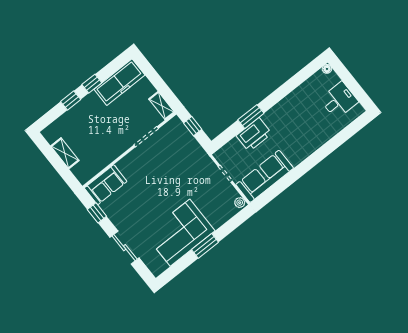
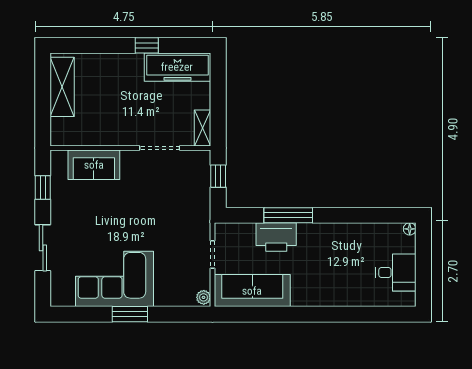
window: (71, 101) -> (110, 45), removed
window: (251, 117) -> (288, 215), width x1.44
shelving: (65, 153) -> (62, 87), width x1.50, depth x1.33
sofa: (106, 185) -> (94, 165), moved

